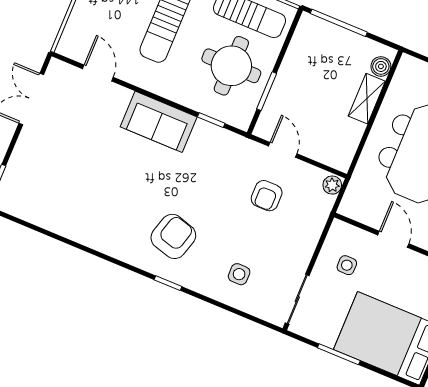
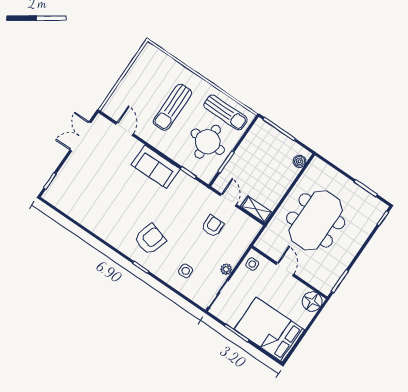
shelving: (367, 99) -> (256, 209), moved, turned 90
plant: (332, 185) -> (226, 269), moved
armchair: (267, 196) -> (213, 226), turned 180
side table: (347, 265) -> (252, 264), moved

